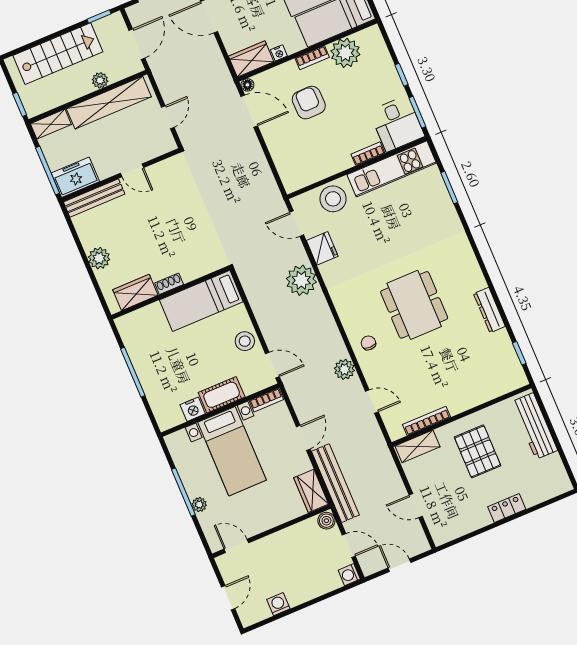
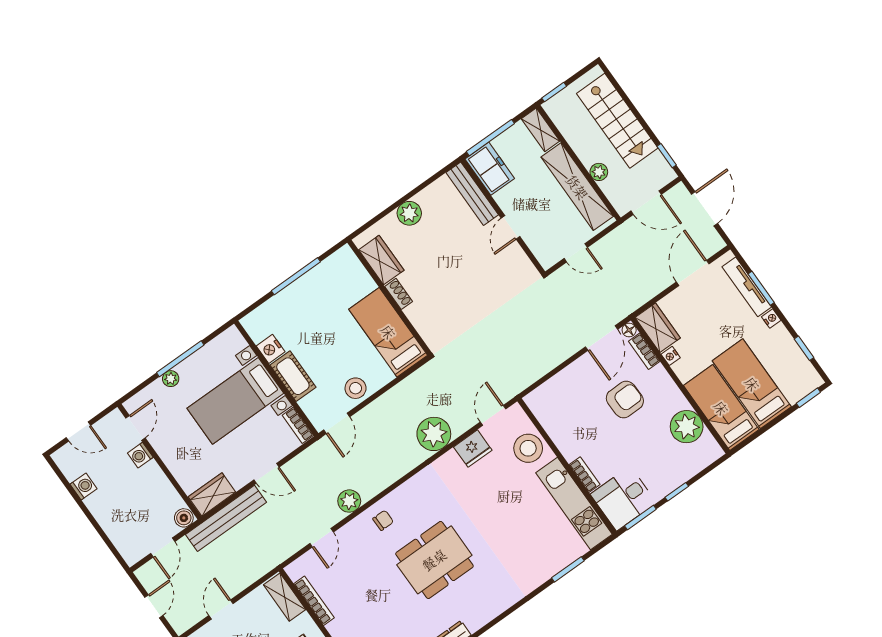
bookcase: (312, 58) -> (644, 351), moved
washing machine: (349, 575) -> (140, 455), moved, turned -90

